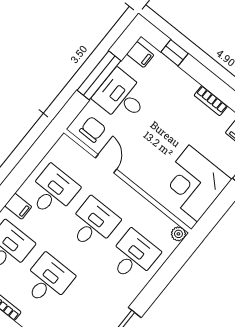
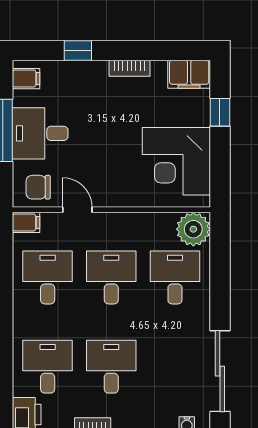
window: (174, 53) -> (78, 50), moved
chair: (93, 129) -> (38, 187), turned -90
filing cabinet: (18, 206) -> (26, 222), moved
plant: (178, 234) -> (193, 229), width x1.87, depth x1.87

